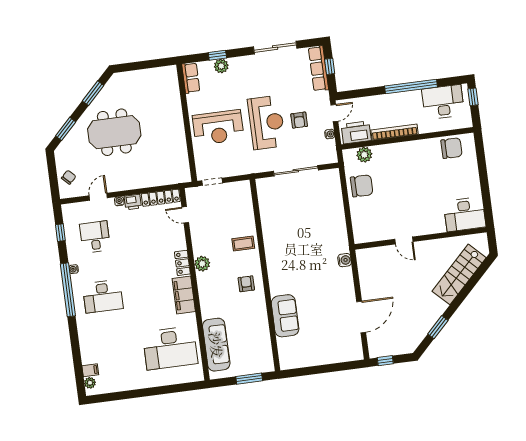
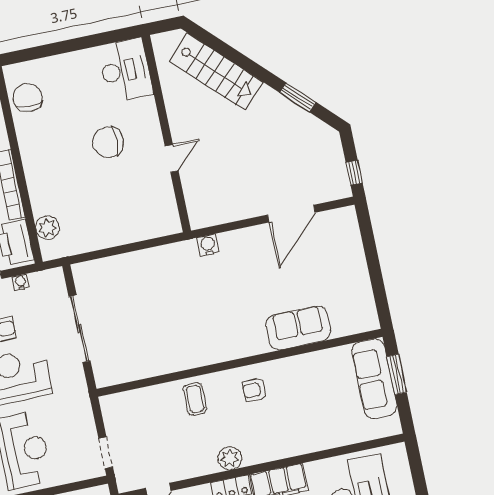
chair: (362, 186) -> (108, 142), moved, turned -90
door: (361, 317) -> (291, 214), swing flipped
sofa: (216, 345) -> (374, 379), moved, turned -90

